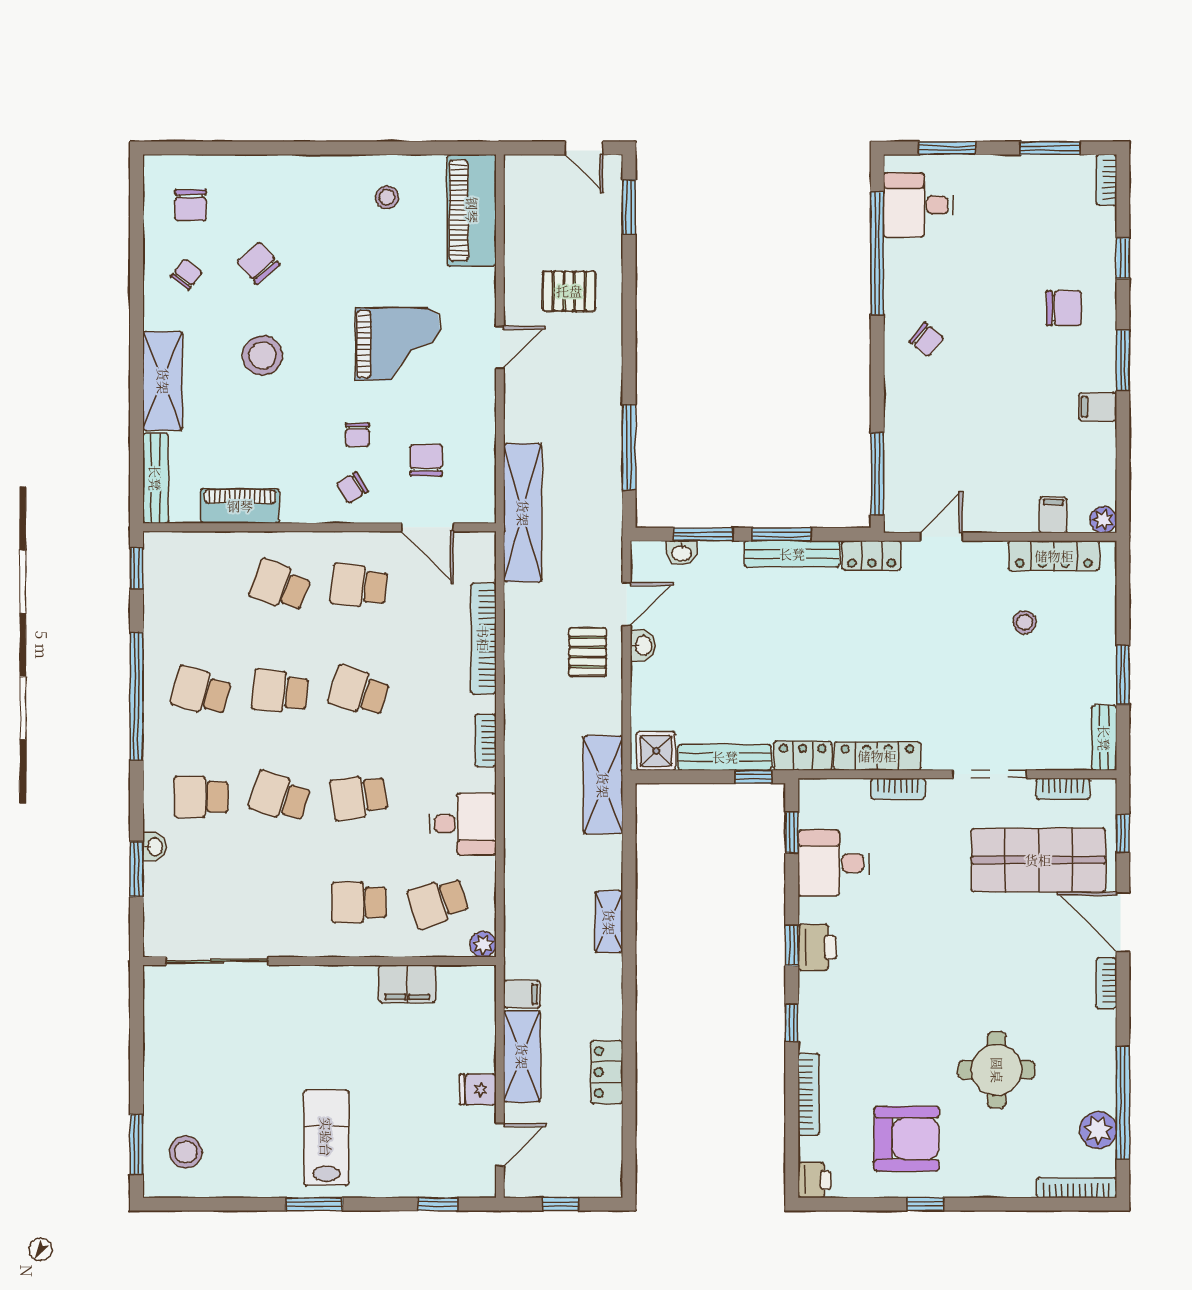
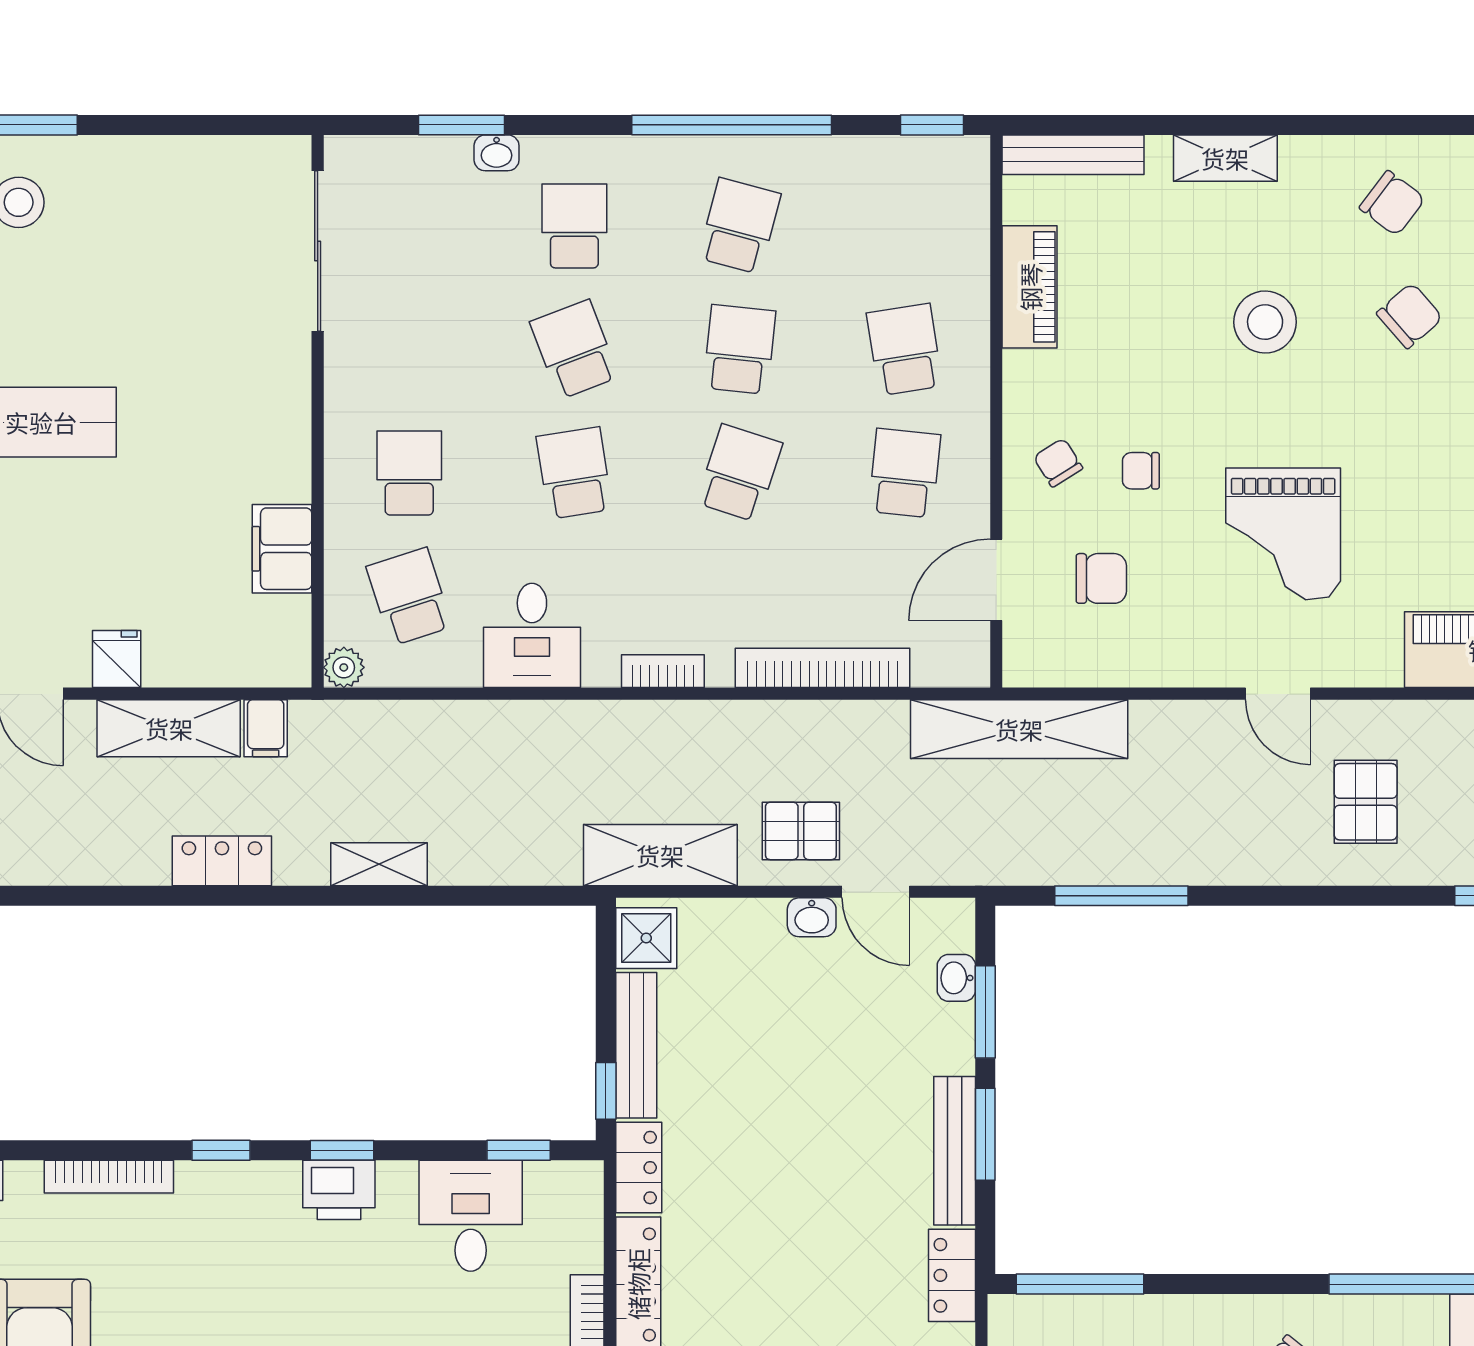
chair: (186, 274) -> (1392, 203), width x1.37, depth x1.37
shelving: (163, 381) -> (1225, 158), width x0.67, depth x0.75
school desk: (280, 586) -> (905, 349), turned -30
shelving: (603, 785) -> (660, 855), moved
school desk: (280, 797) -> (574, 349), turned -39
locker: (607, 1072) -> (222, 861), moved

